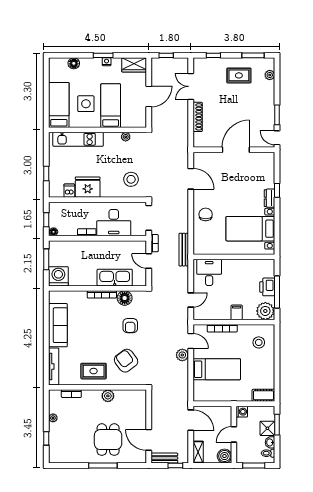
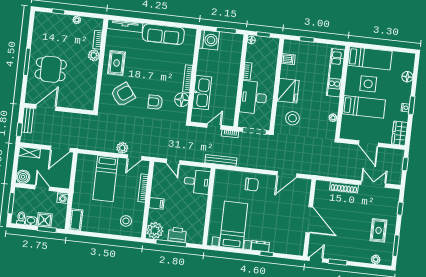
fridge: (88, 187) -> (288, 91), moved
plant: (108, 396) -> (94, 55), moved

